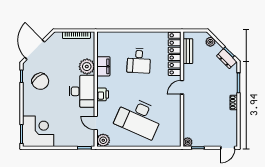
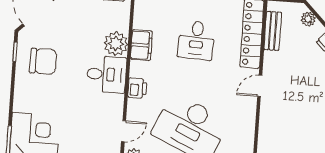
chair: (40, 81) -> (43, 61), turned -51
desk: (82, 91) -> (106, 74), width x0.73
door: (96, 123) -> (124, 131), swing flipped

